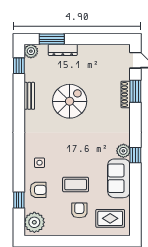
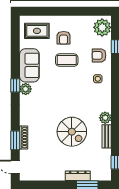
plant: (31, 51) -> (105, 118), moved
spiral stairs: (70, 101) -> (72, 132), turned -90

